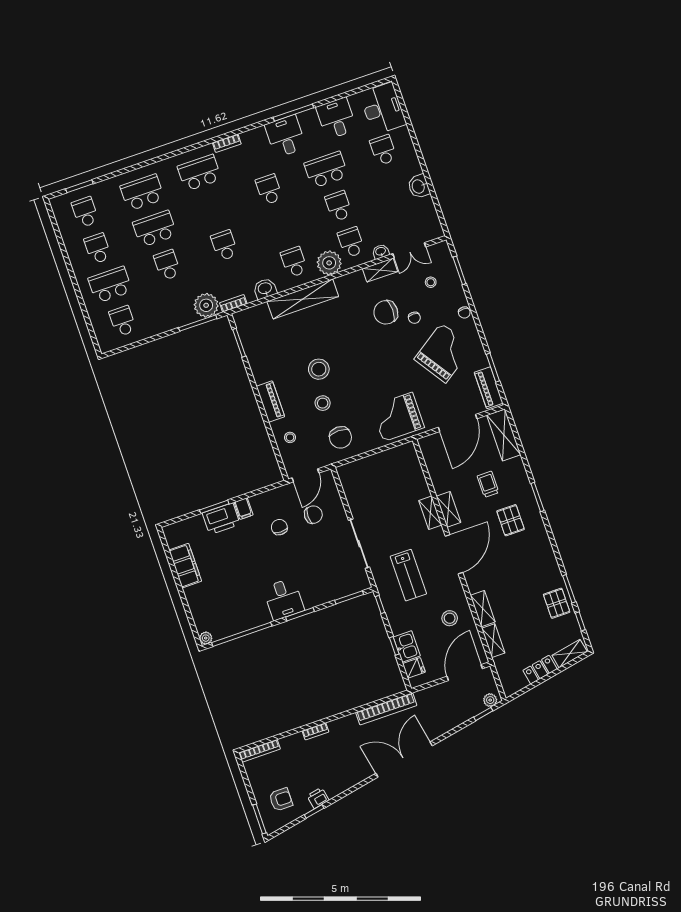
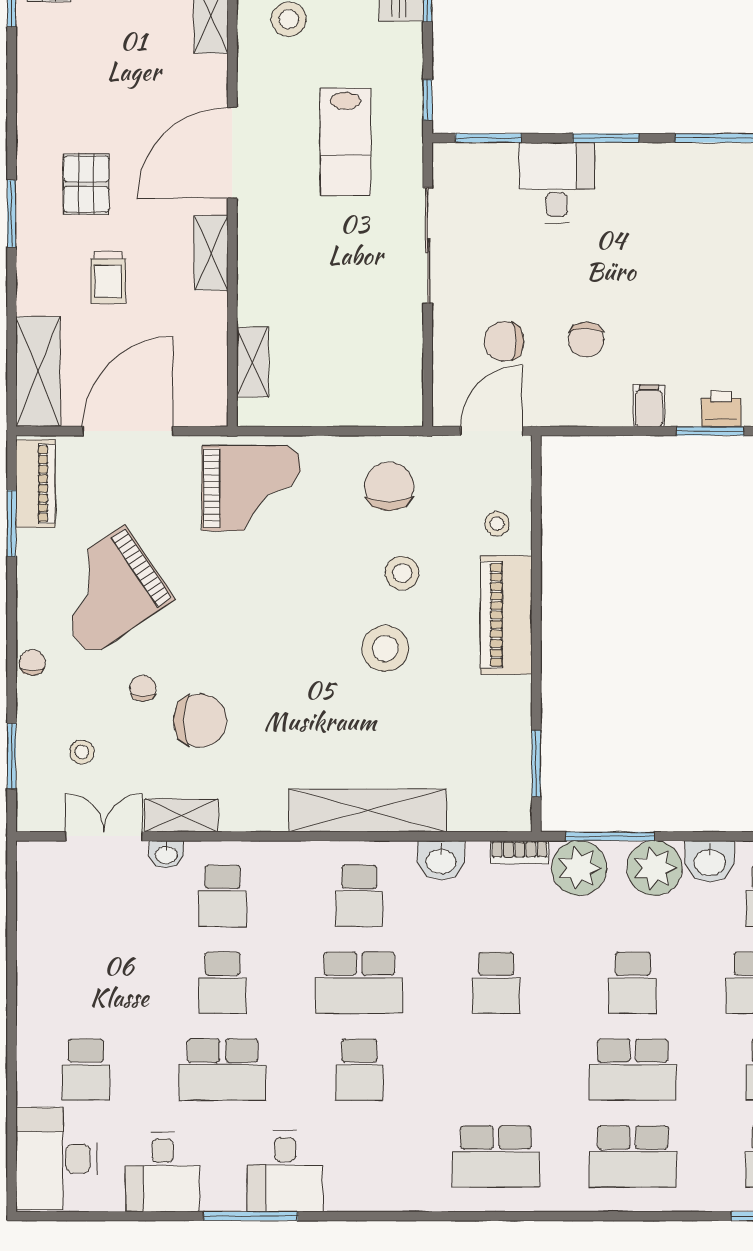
bookcase: (227, 143) -> (416, 1200), removed
washbasin: (419, 186) -> (710, 861), moved, turned 90
school desk: (282, 226) -> (359, 983), added
plant: (329, 263) -> (655, 868), moved
piano: (270, 401) -> (506, 615), width x1.37, depth x1.33
shelving: (430, 513) -> (252, 362), moved
printer: (221, 519) -> (721, 409), width x0.53, depth x0.68
lab bench: (408, 575) -> (345, 142), turned 180
desk: (284, 599) -> (557, 183), moved

